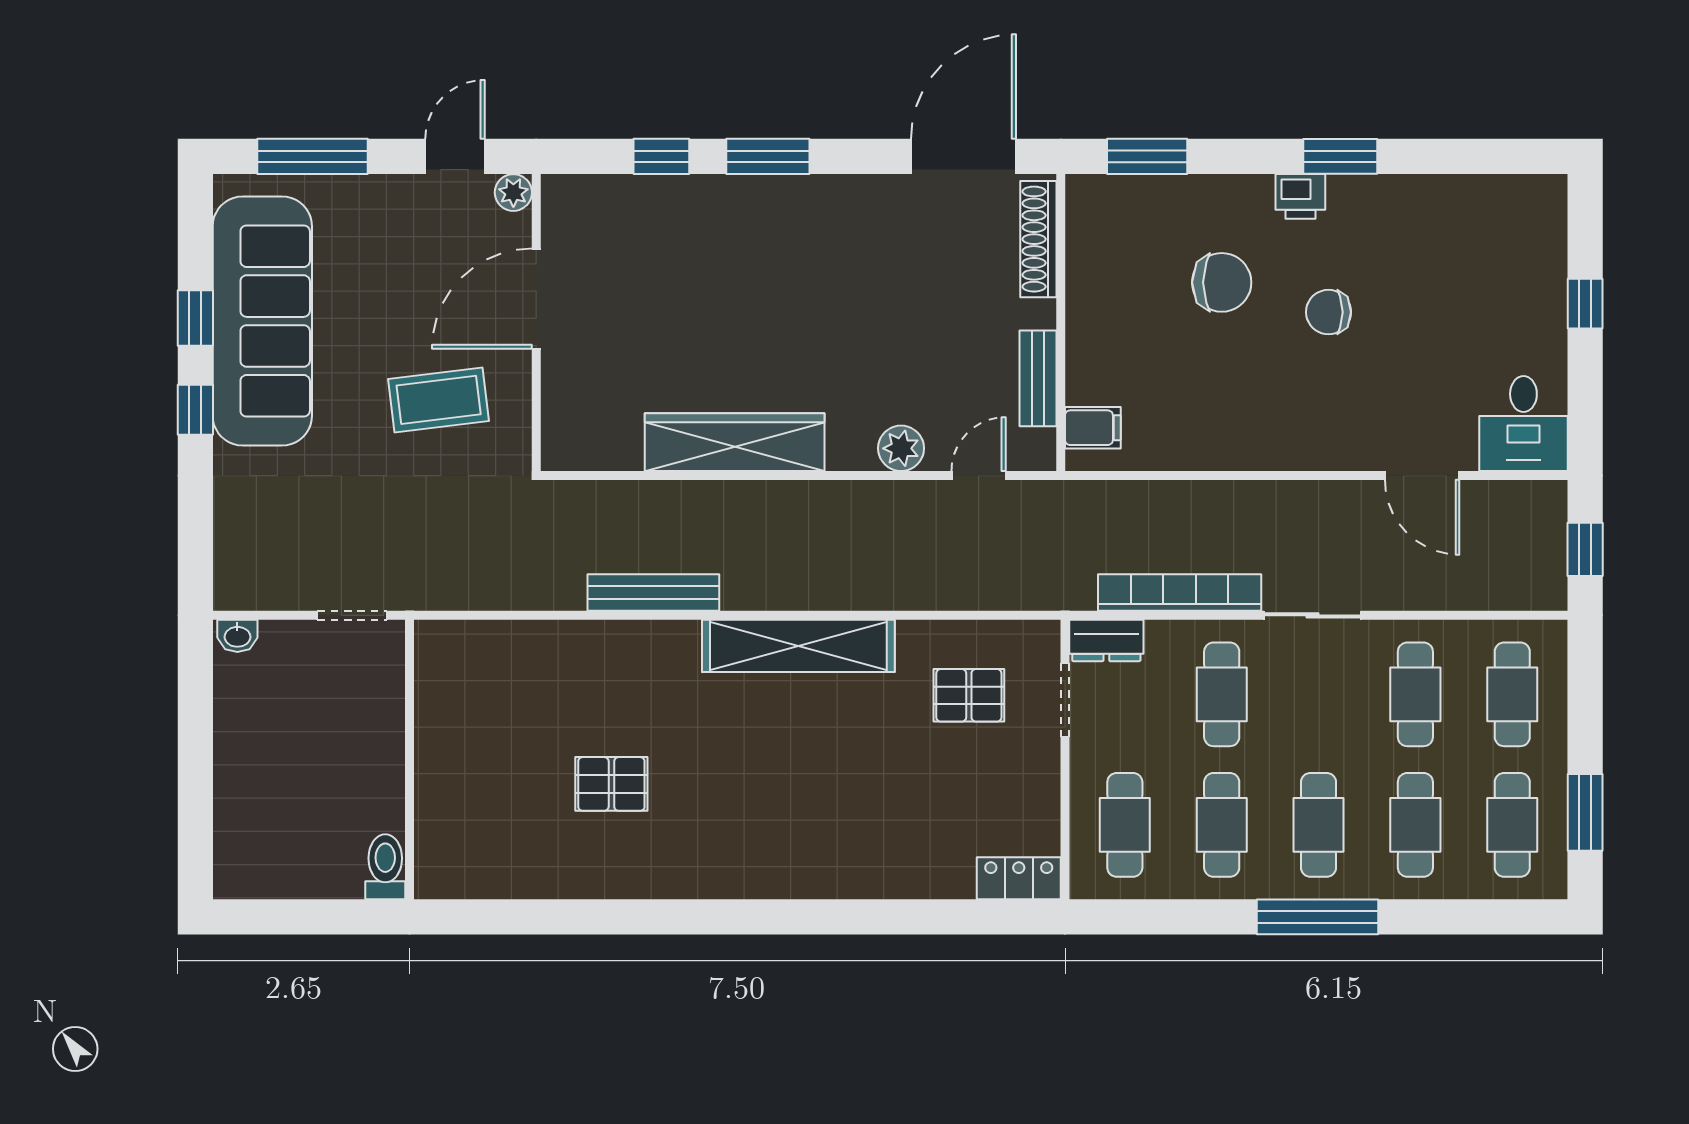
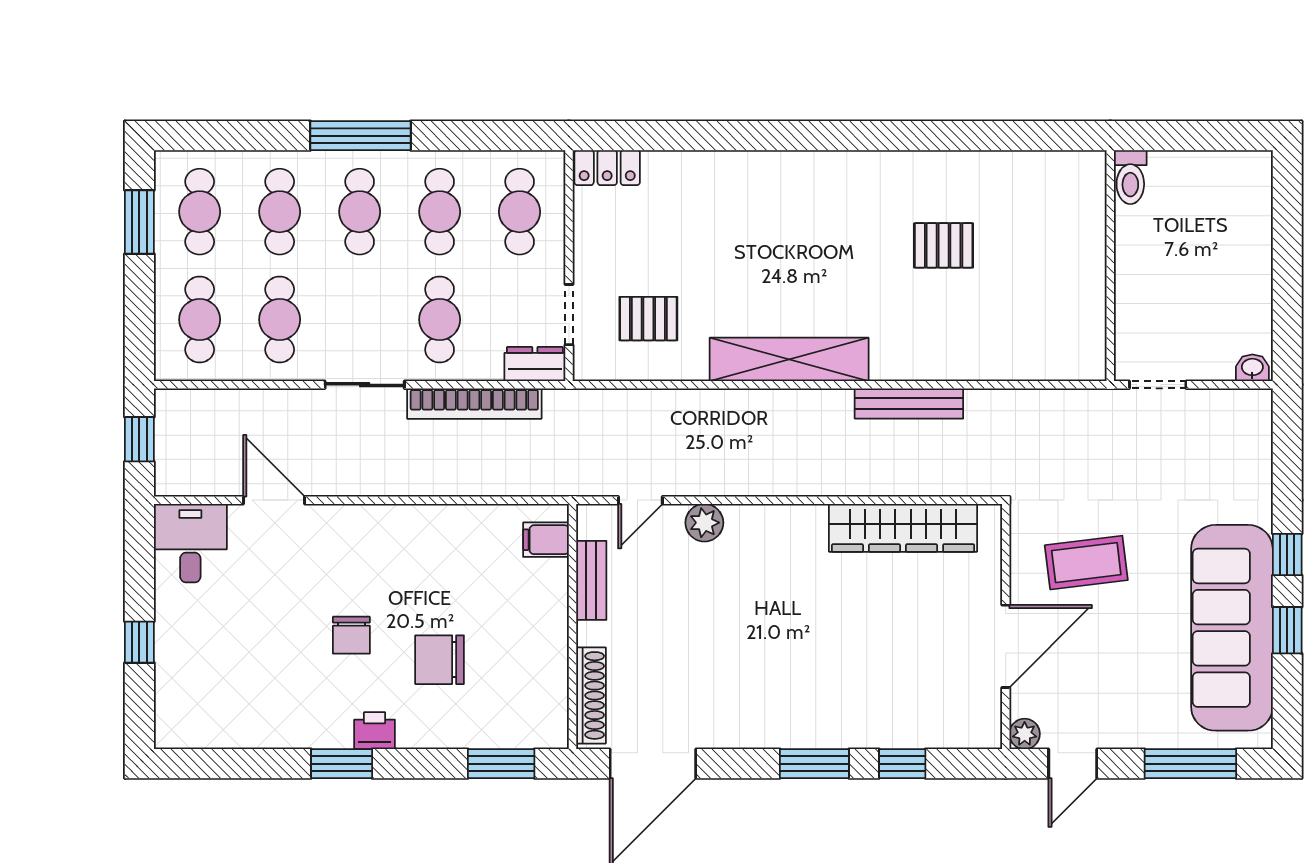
chair: (1328, 312) -> (351, 635), turned 90
wardrobe: (735, 442) -> (903, 528), moved

